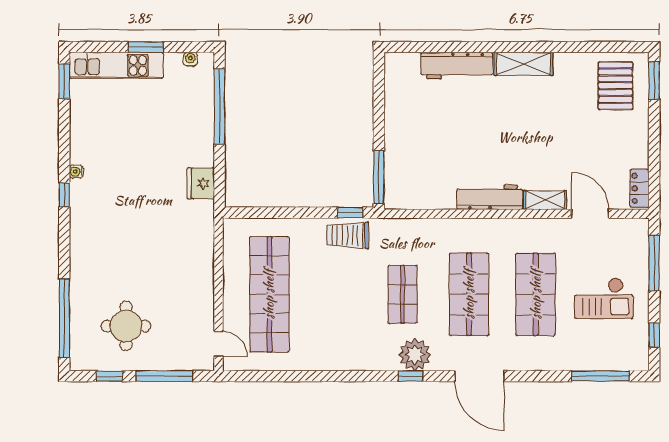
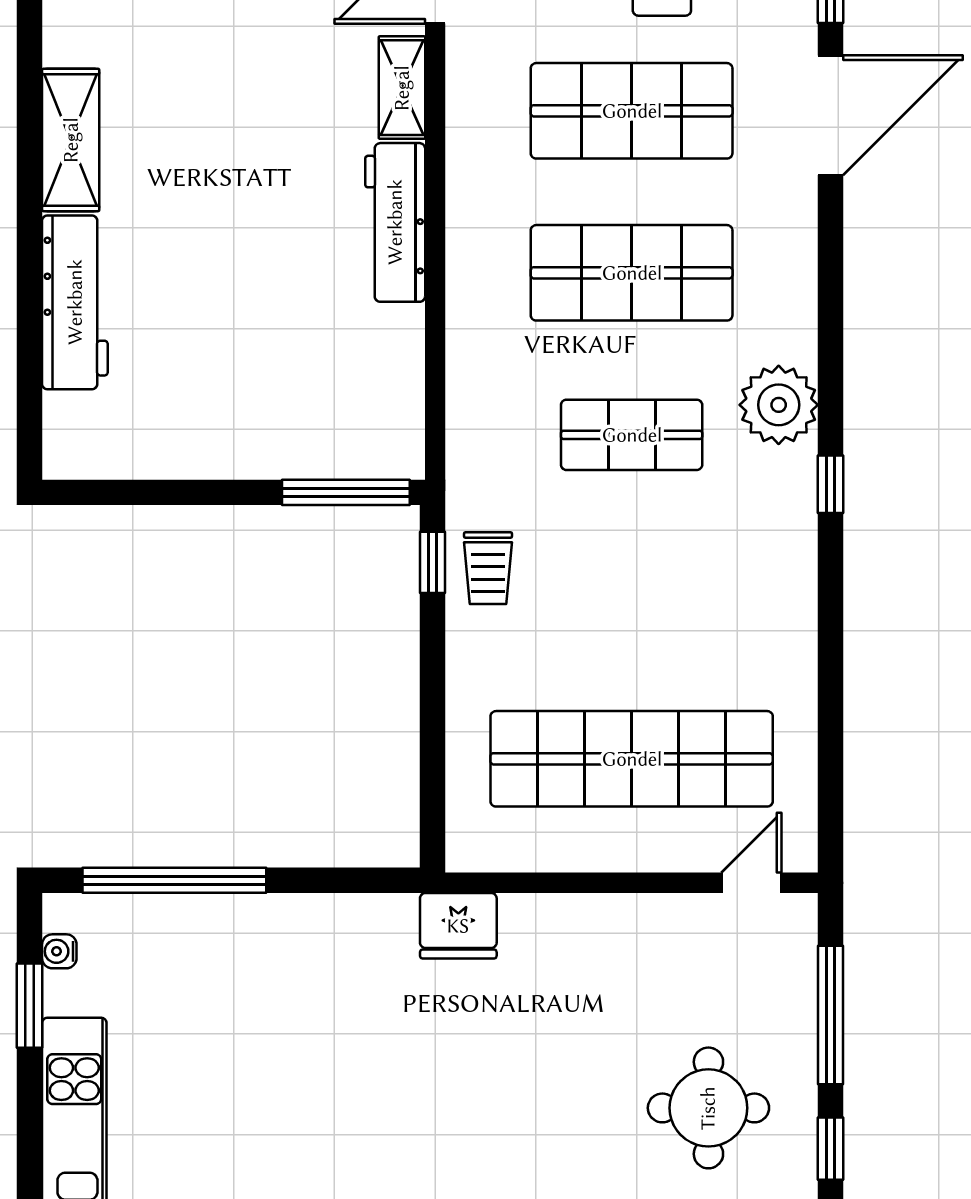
window: (146, 47) -> (30, 1006), moved
fridge: (201, 183) -> (458, 926), moved
trolley: (348, 235) -> (488, 568), width x0.73, depth x0.72
window: (410, 376) -> (831, 484), moved
door: (479, 376) -> (831, 115), moved

